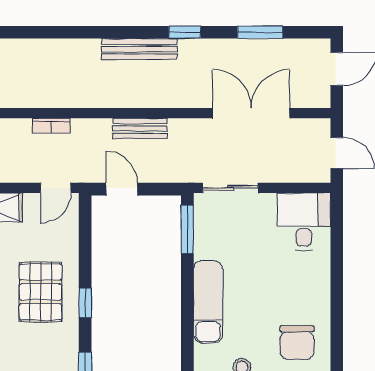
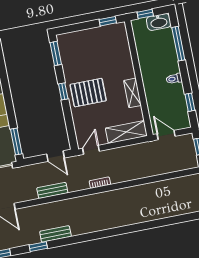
bench: (139, 49) -> (55, 234), width x0.73
pallet: (41, 292) -> (88, 93), turned 90

